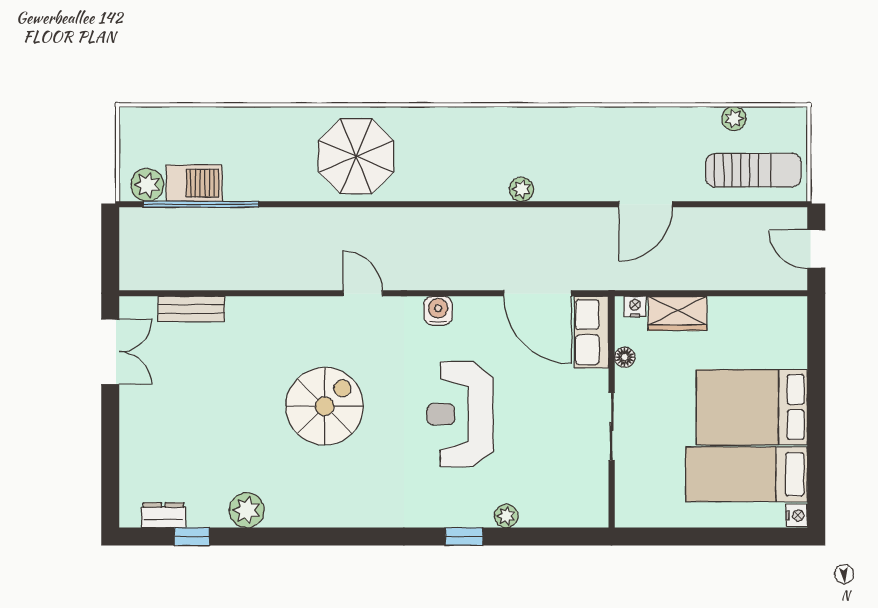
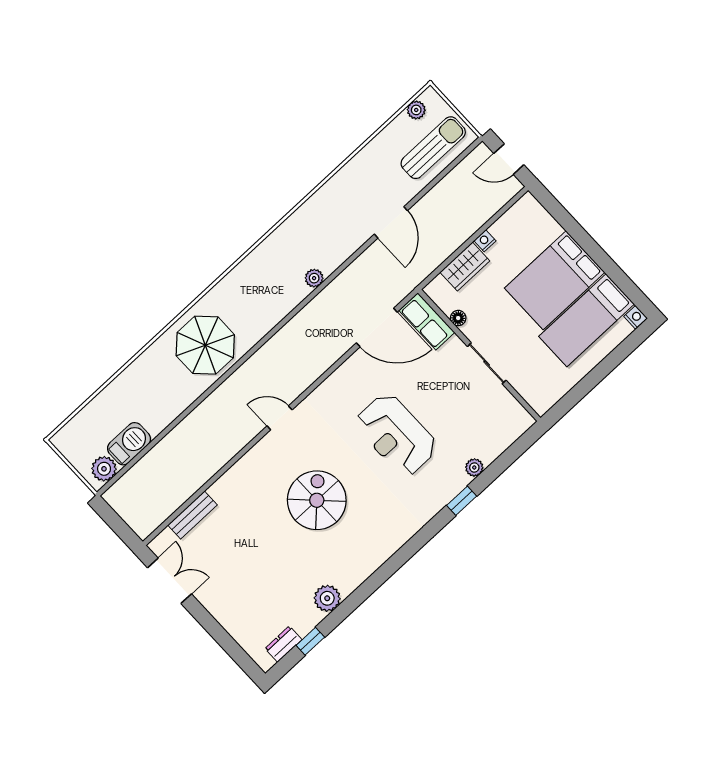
plant: (734, 118) -> (416, 110), moved
window: (201, 204) -> (144, 452), removed
nightstand: (635, 306) -> (485, 241), moved
water cooler: (438, 310) -> (330, 388), removed

